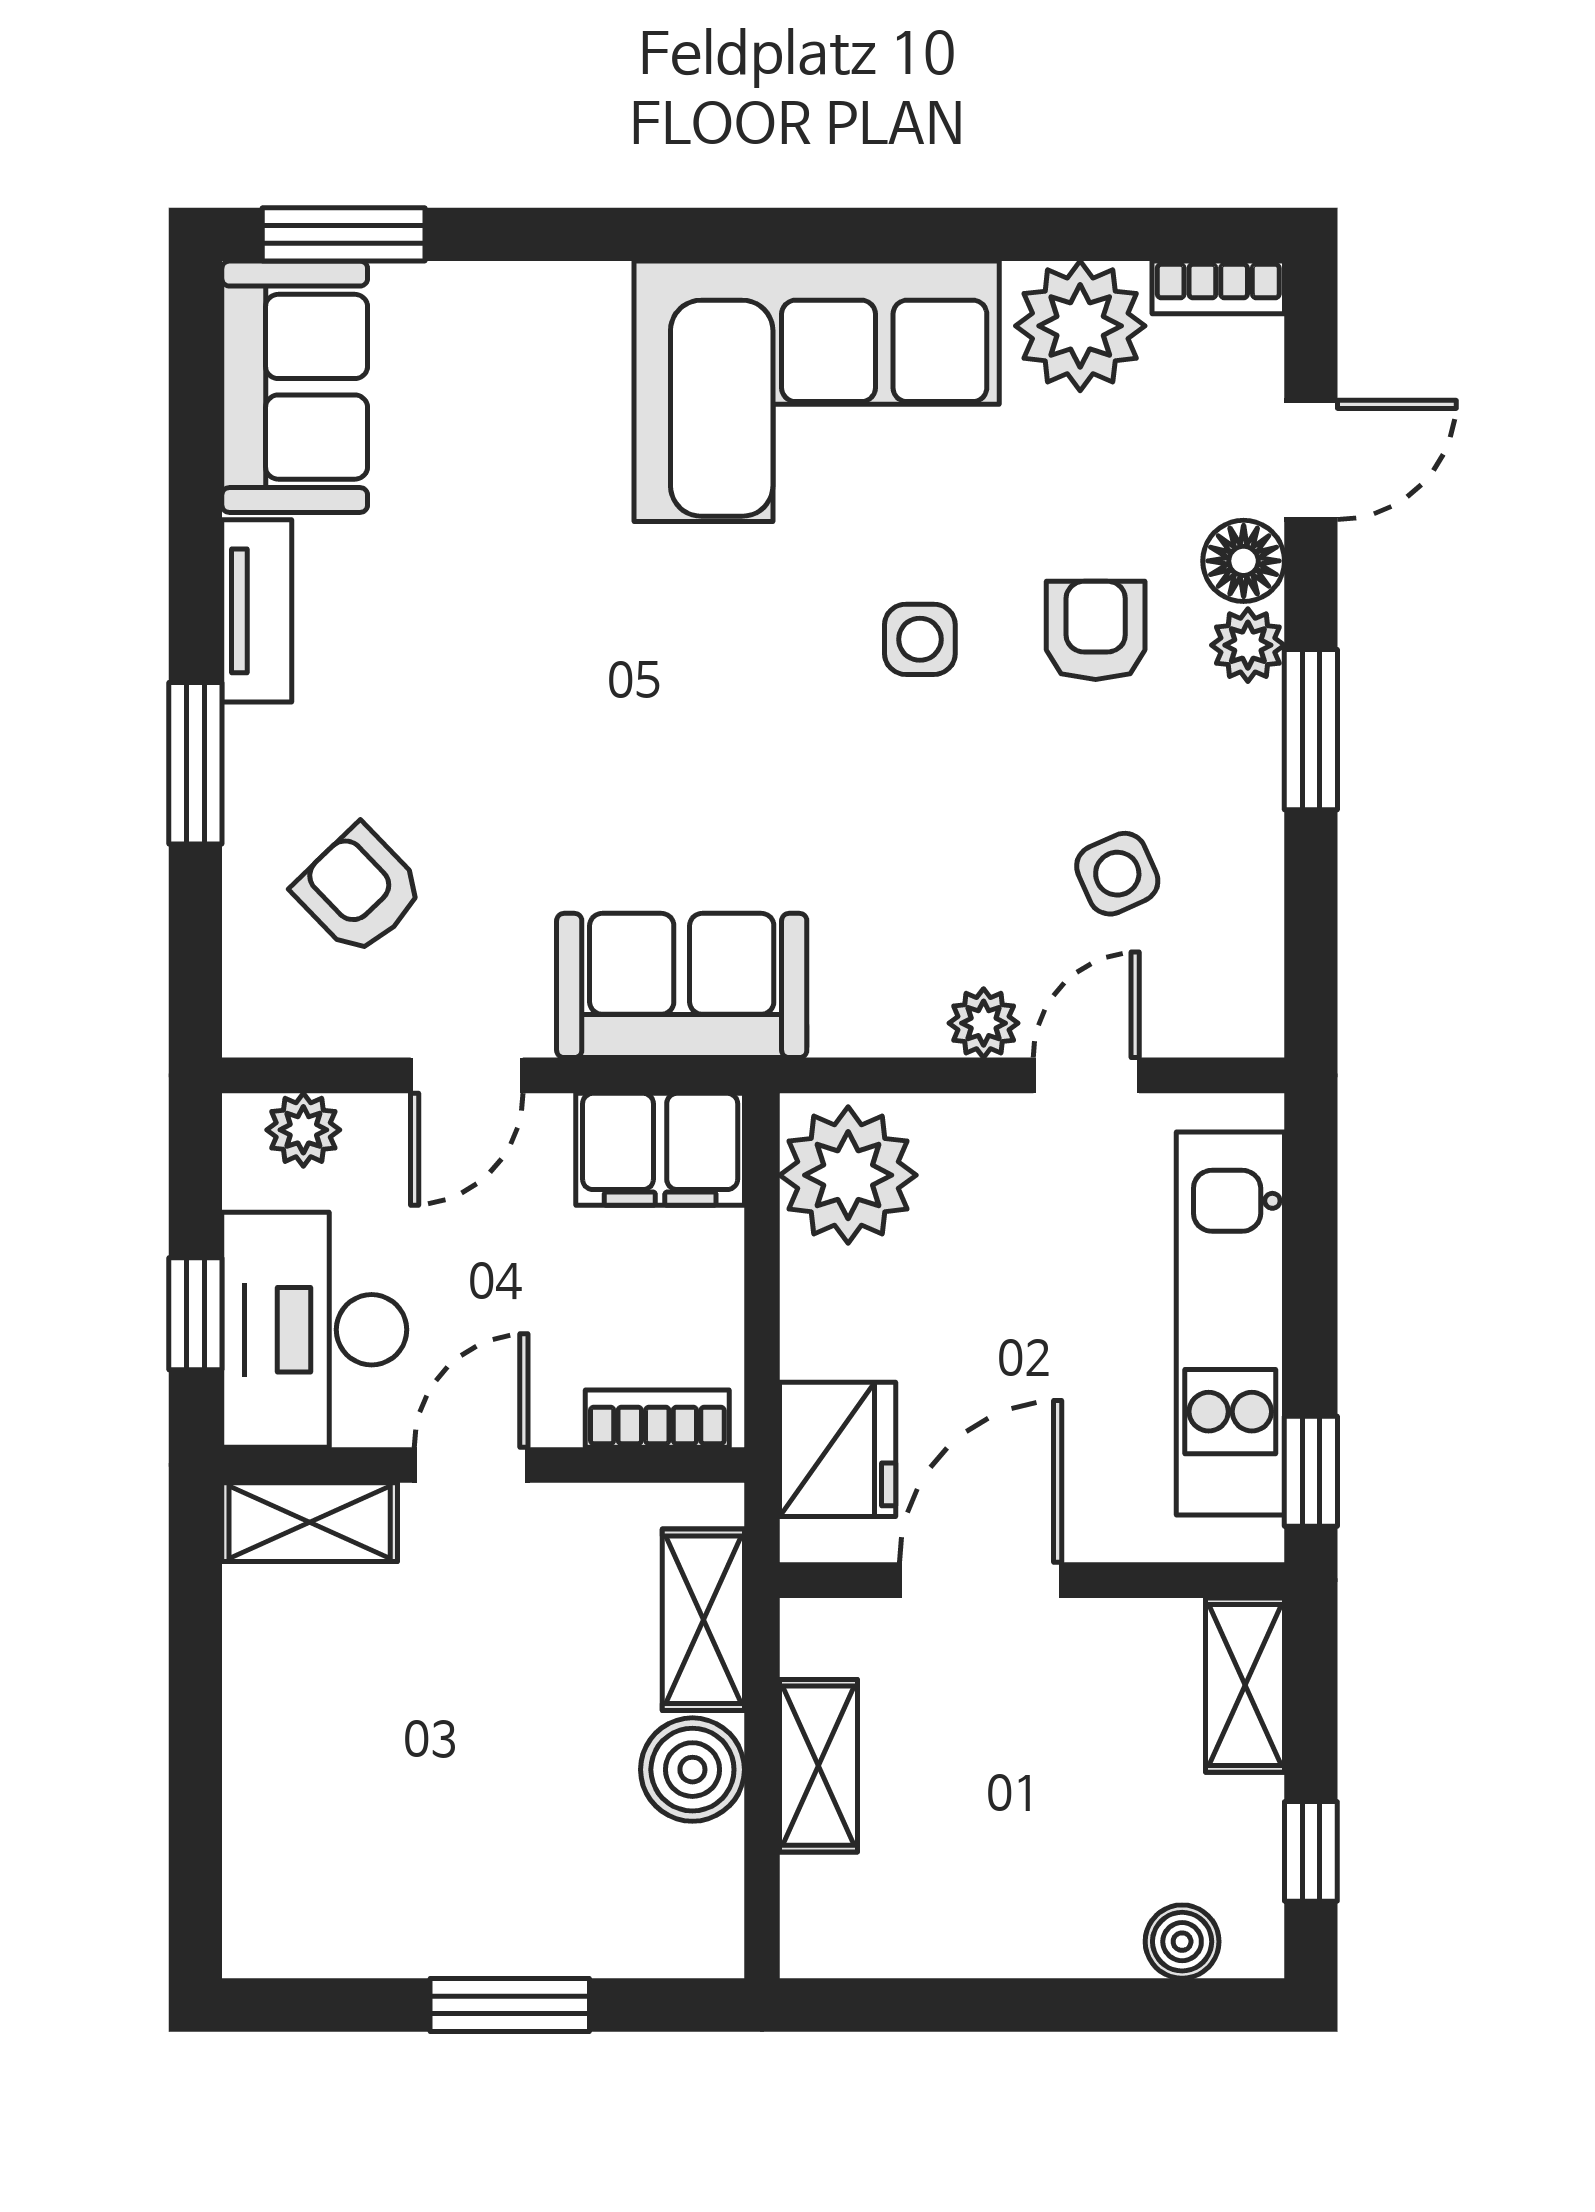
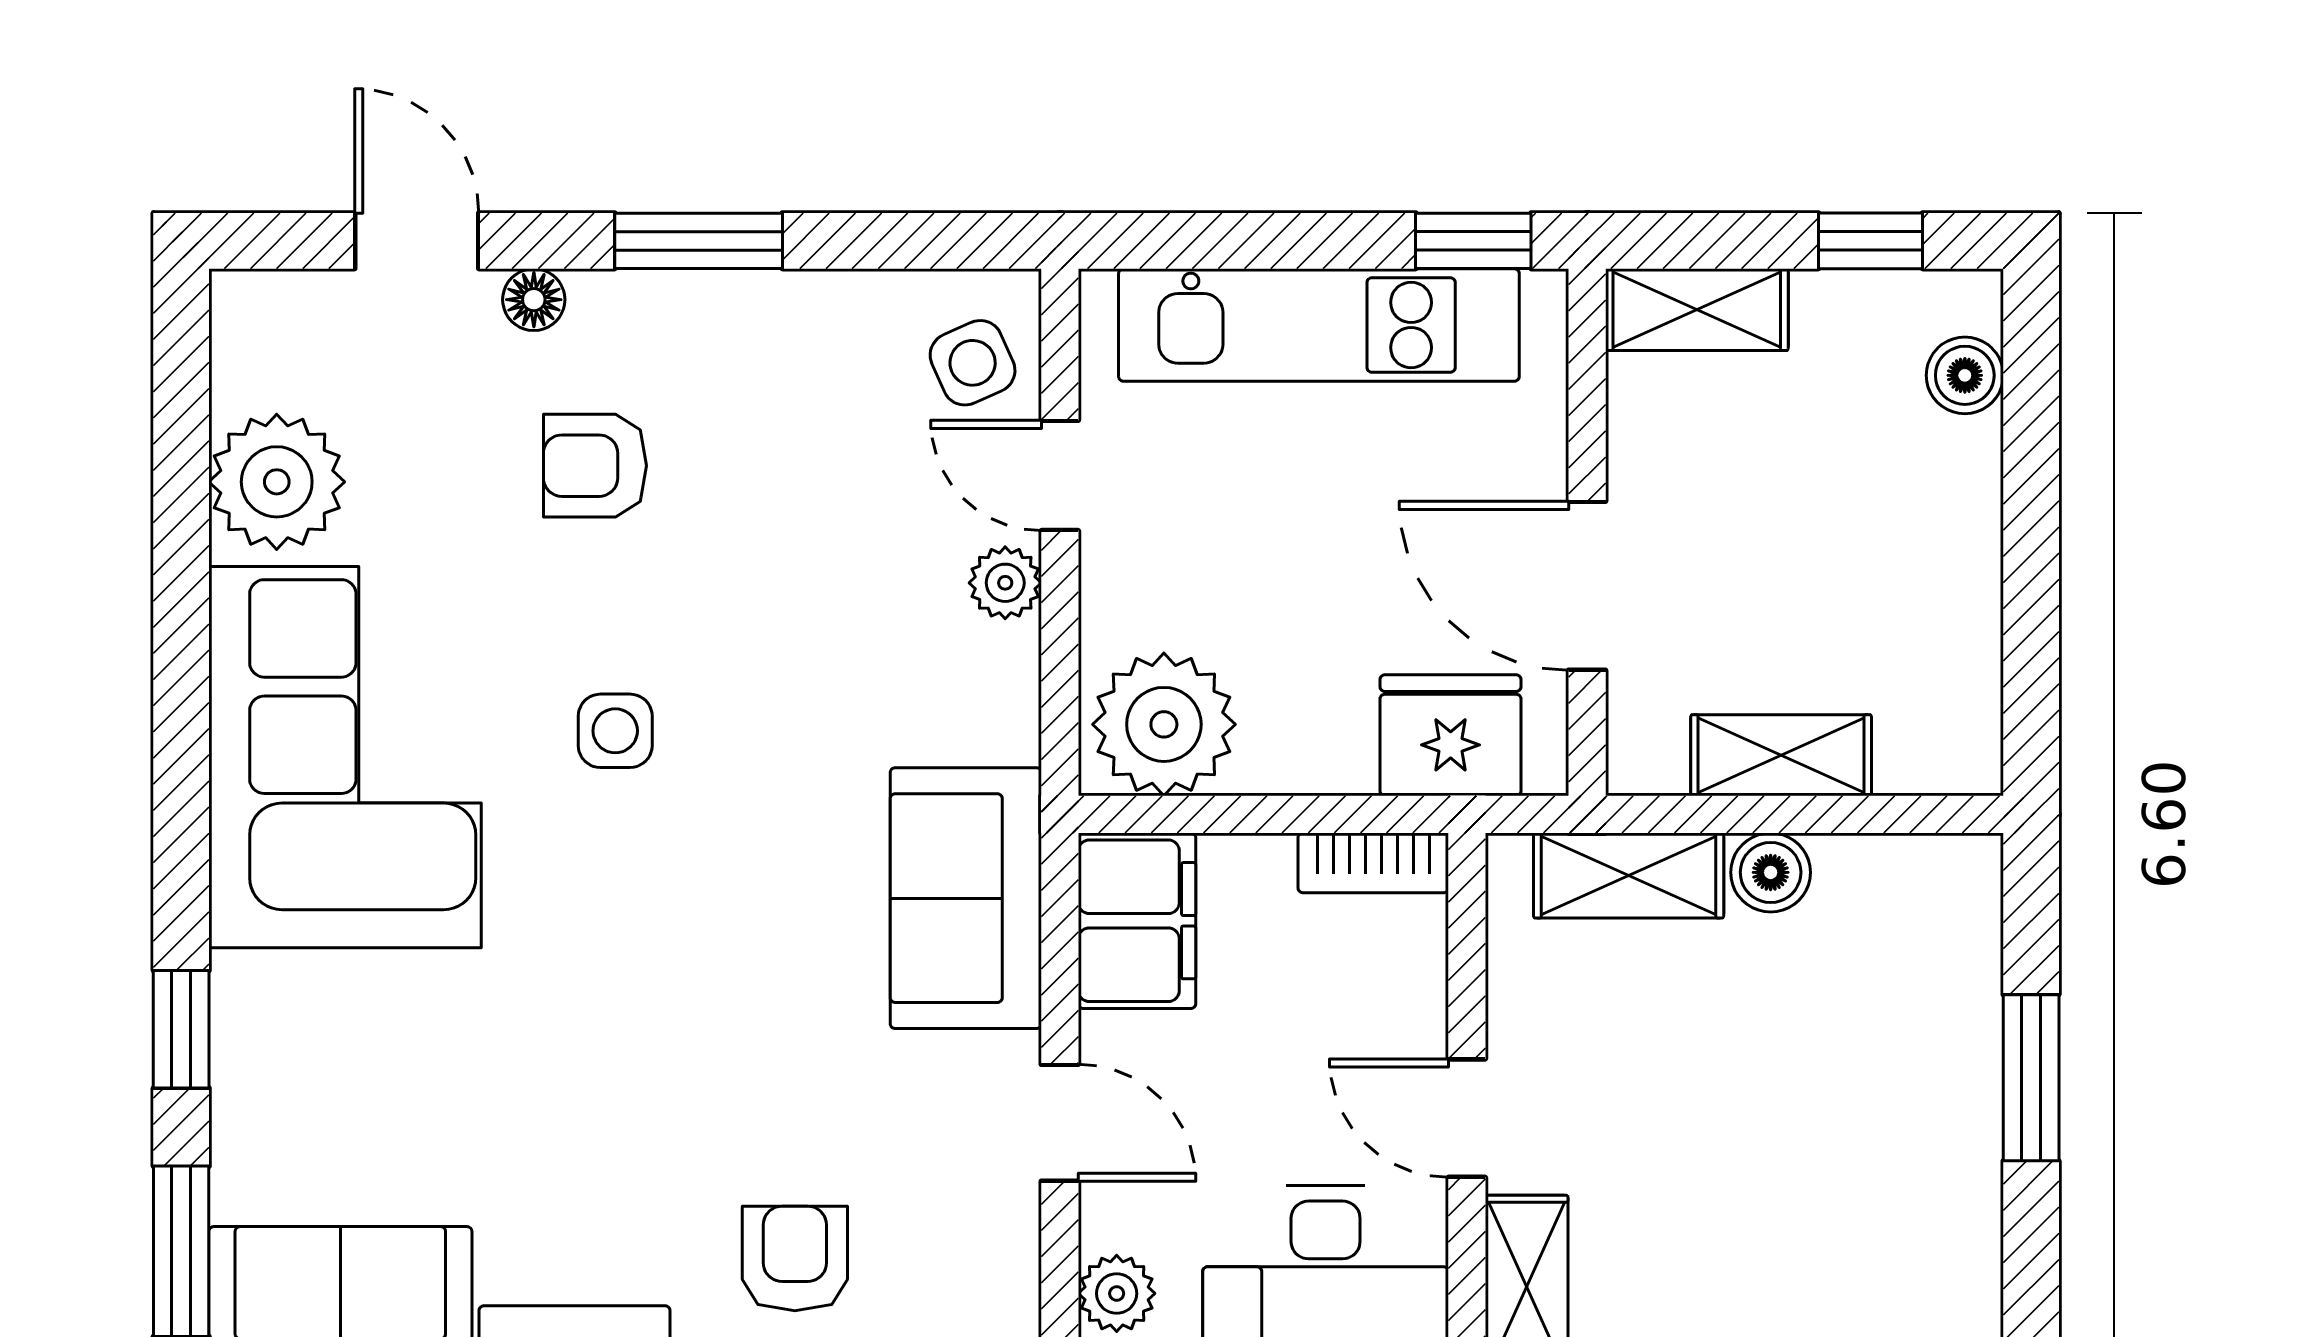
window: (556, 234) -> (181, 1029), added
bookcase: (1218, 287) -> (237, 338), removed
floor lamp: (1244, 561) -> (534, 300), width x0.73, depth x0.73
side table: (920, 639) -> (615, 731), moved
plant: (1248, 645) -> (610, 307), removed
side table: (1117, 874) -> (973, 363), moved
armchair: (359, 890) -> (795, 1259), moved, turned 134
bookcase: (657, 1419) -> (1373, 863), moved, turned -90
boiler: (692, 1770) -> (1771, 872), width x0.73, depth x0.73

